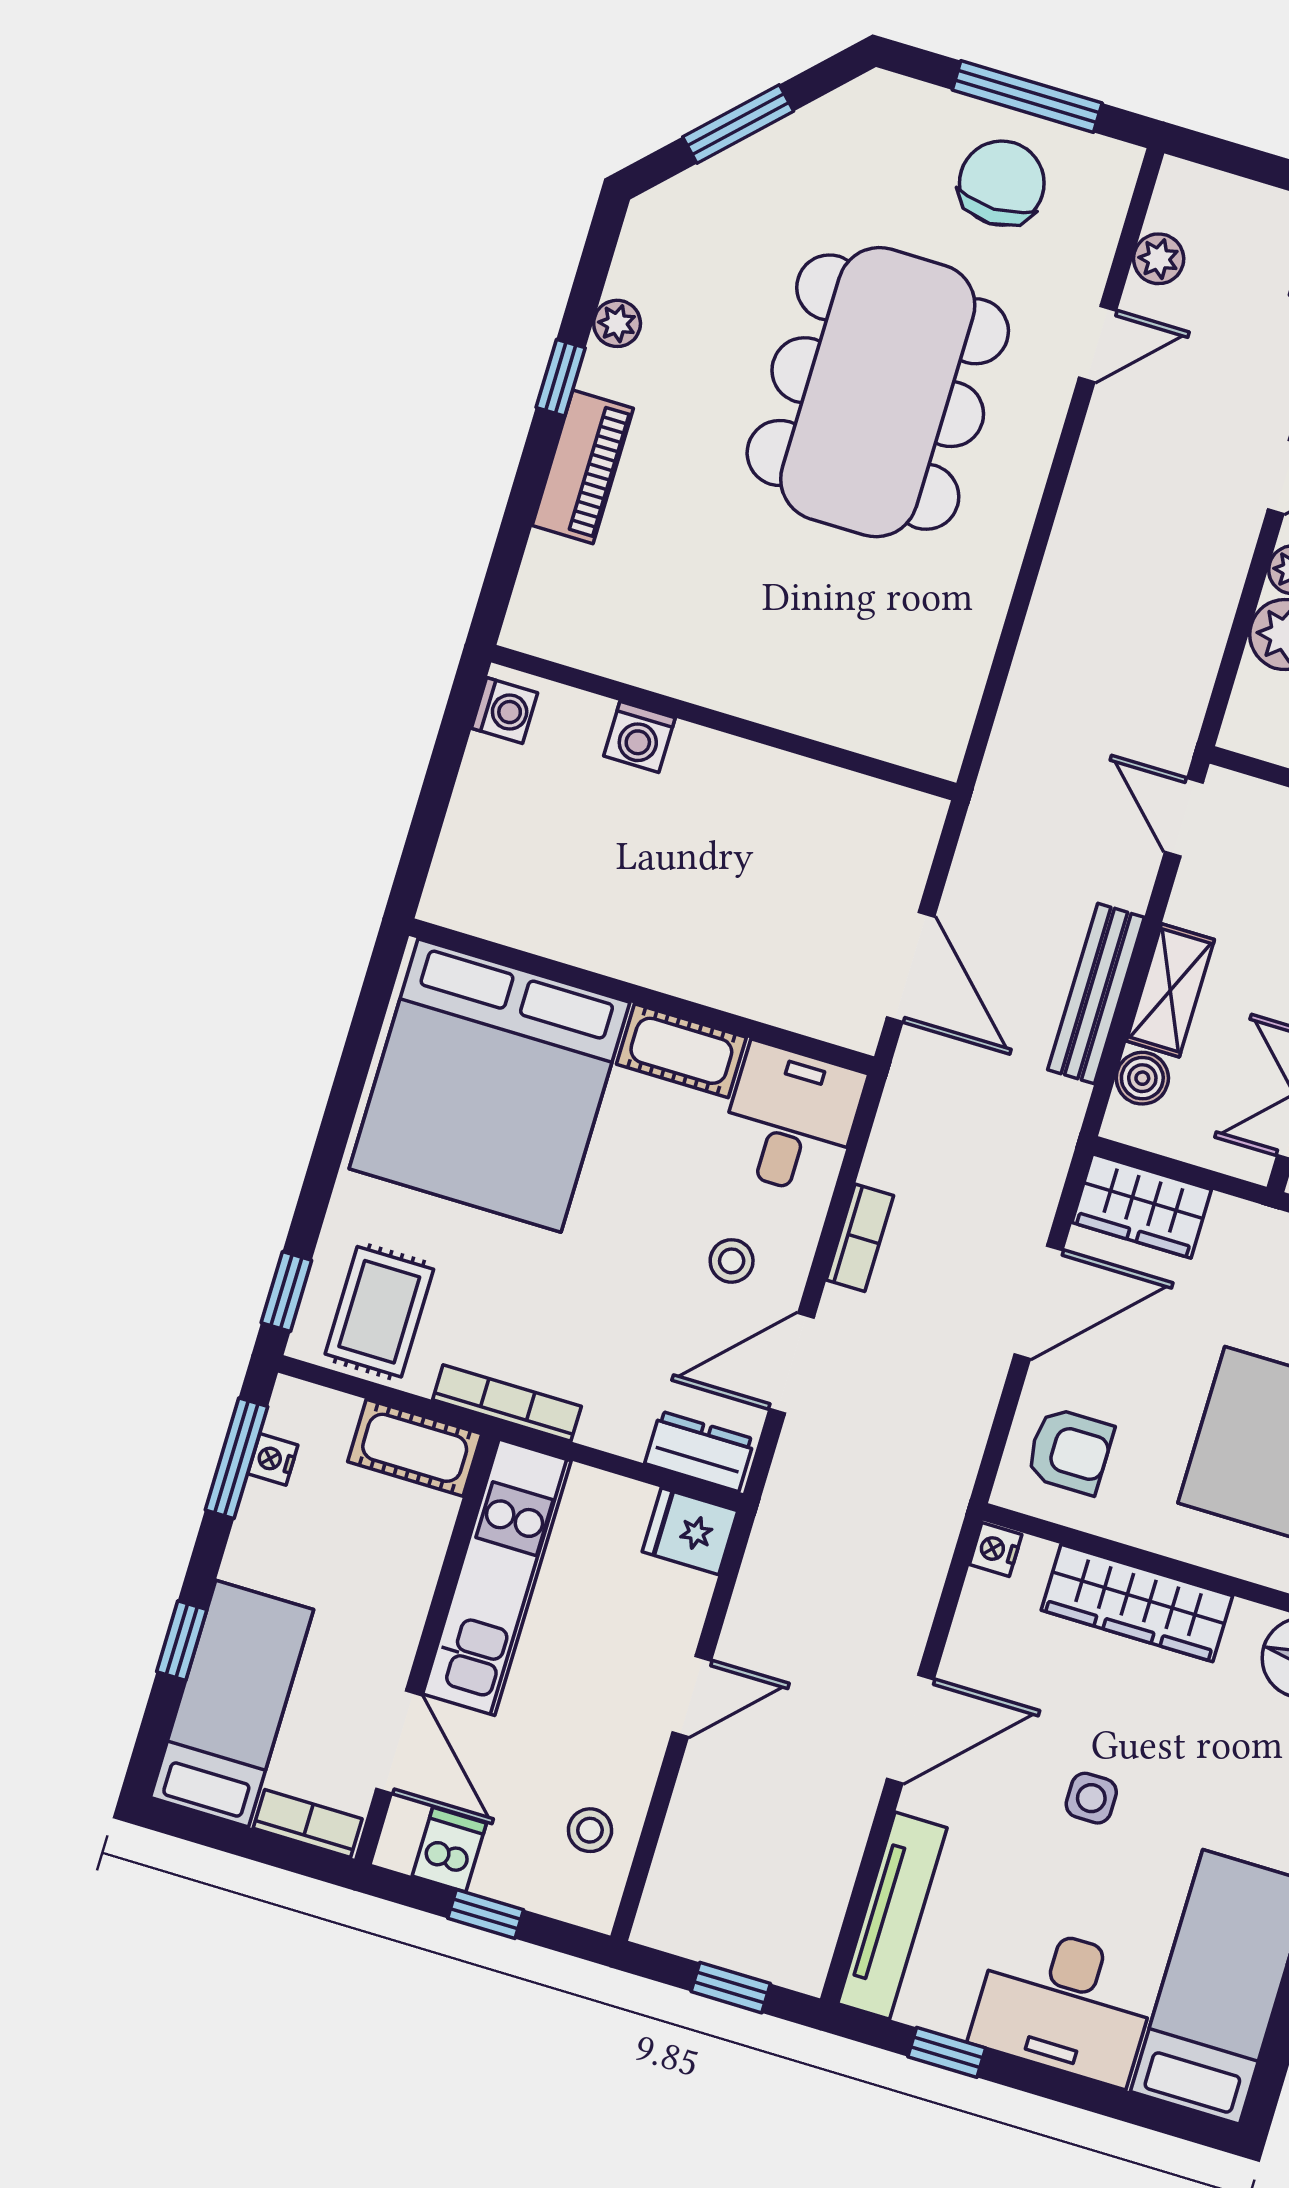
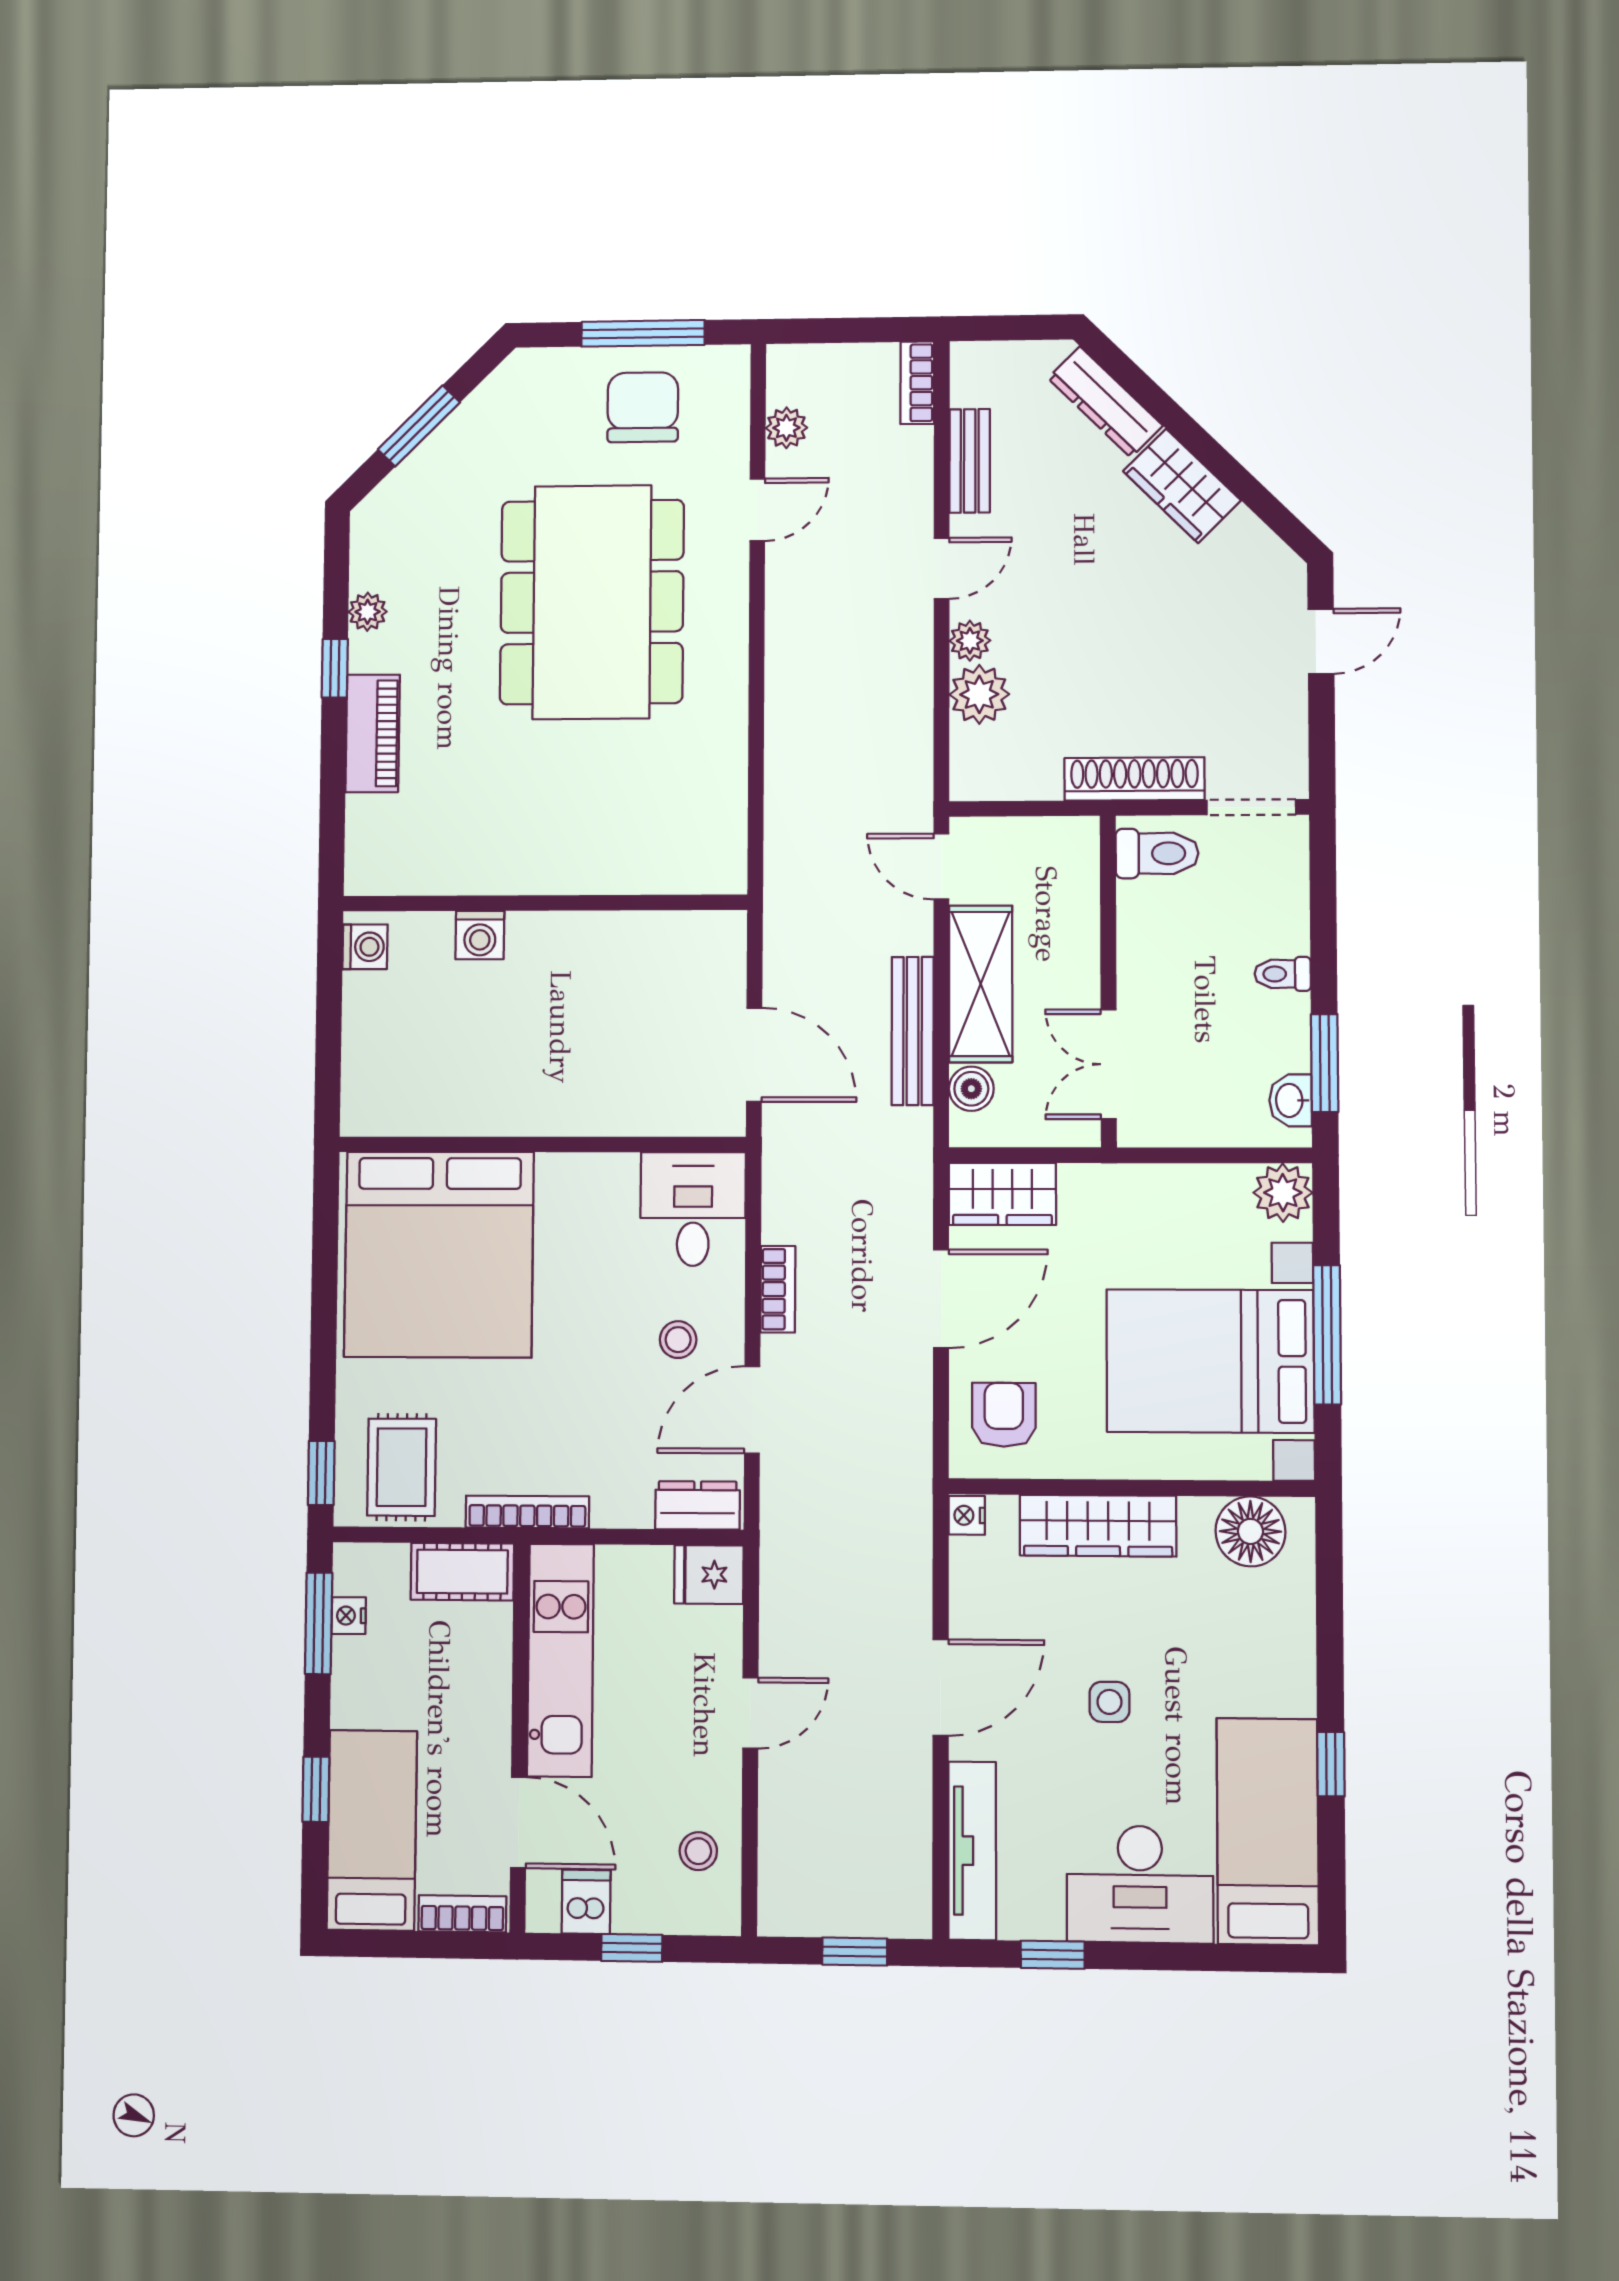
shelving: (1170, 990) -> (981, 984), width x1.50, depth x1.33
cot: (681, 1051) -> (587, 1179), removed
armchair: (1070, 1451) -> (1004, 1415), turned -90

